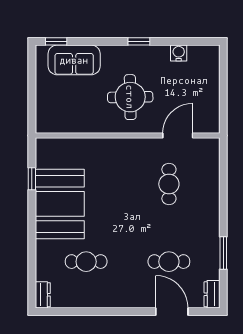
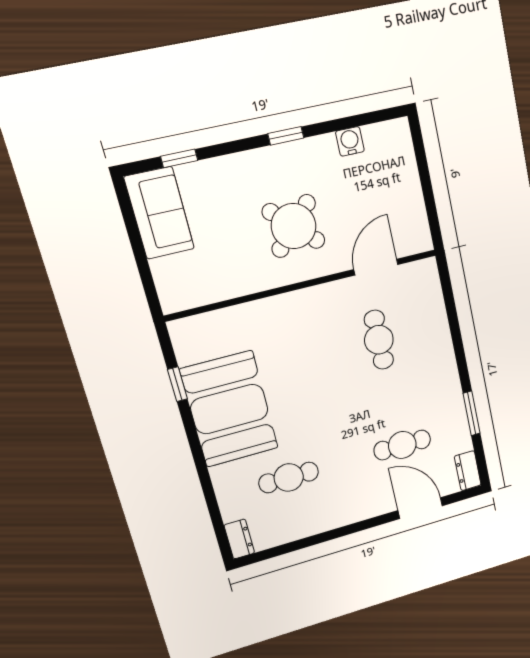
window: (56, 41) -> (179, 158), moved
sofa: (74, 60) -> (159, 213), moved, turned -90
round table: (130, 97) -> (294, 226), turned 45

